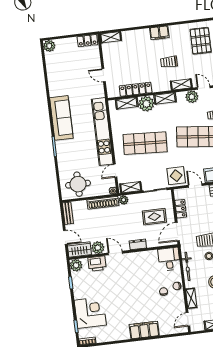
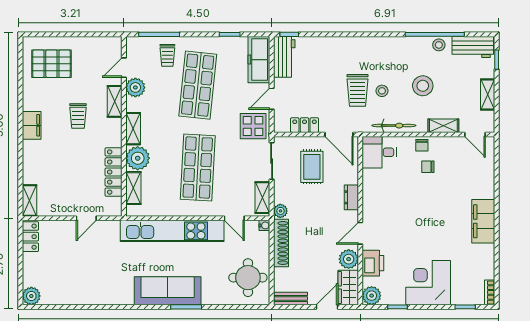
sofa: (61, 118) -> (168, 291), moved
corner desk: (90, 313) -> (428, 283), moved
filing cabinet: (144, 330) -> (483, 221), moved

